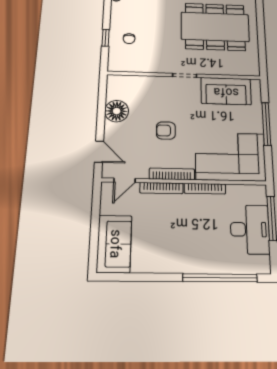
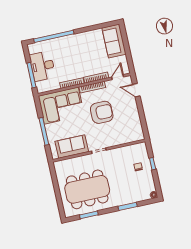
floor lamp: (117, 111) -> (133, 117), removed
armchair: (166, 131) -> (102, 112), width x1.88, depth x1.88

